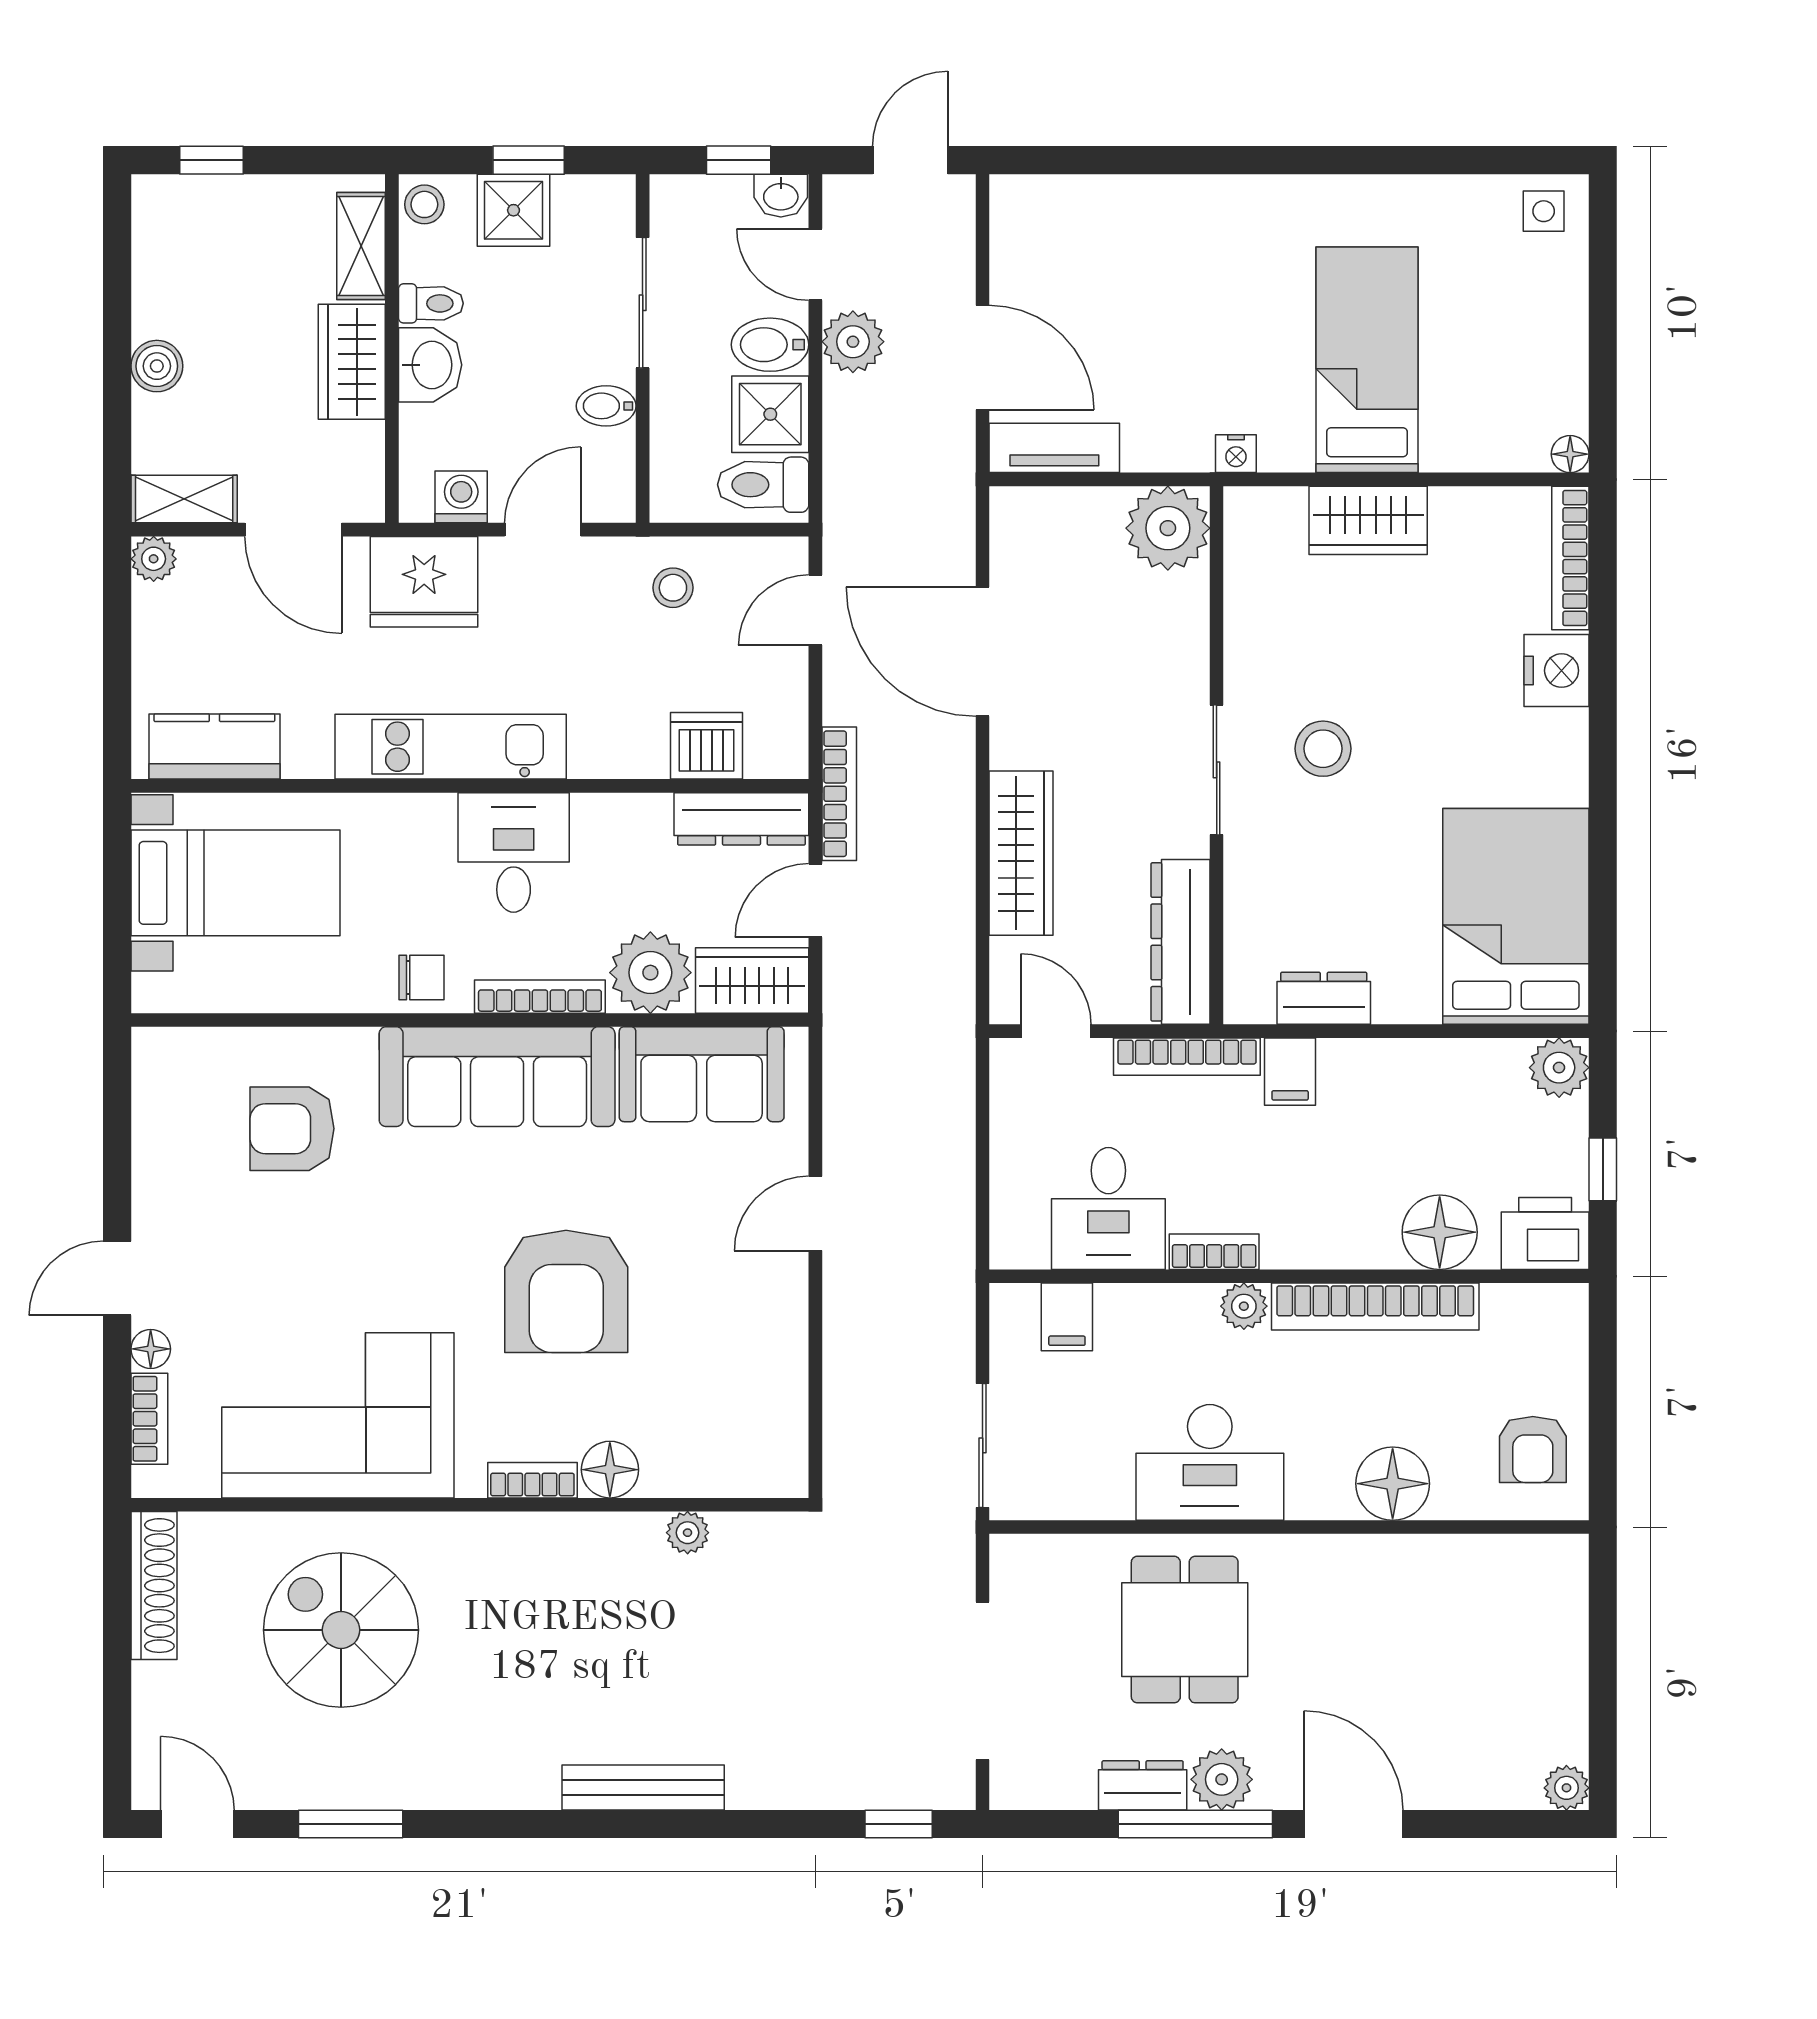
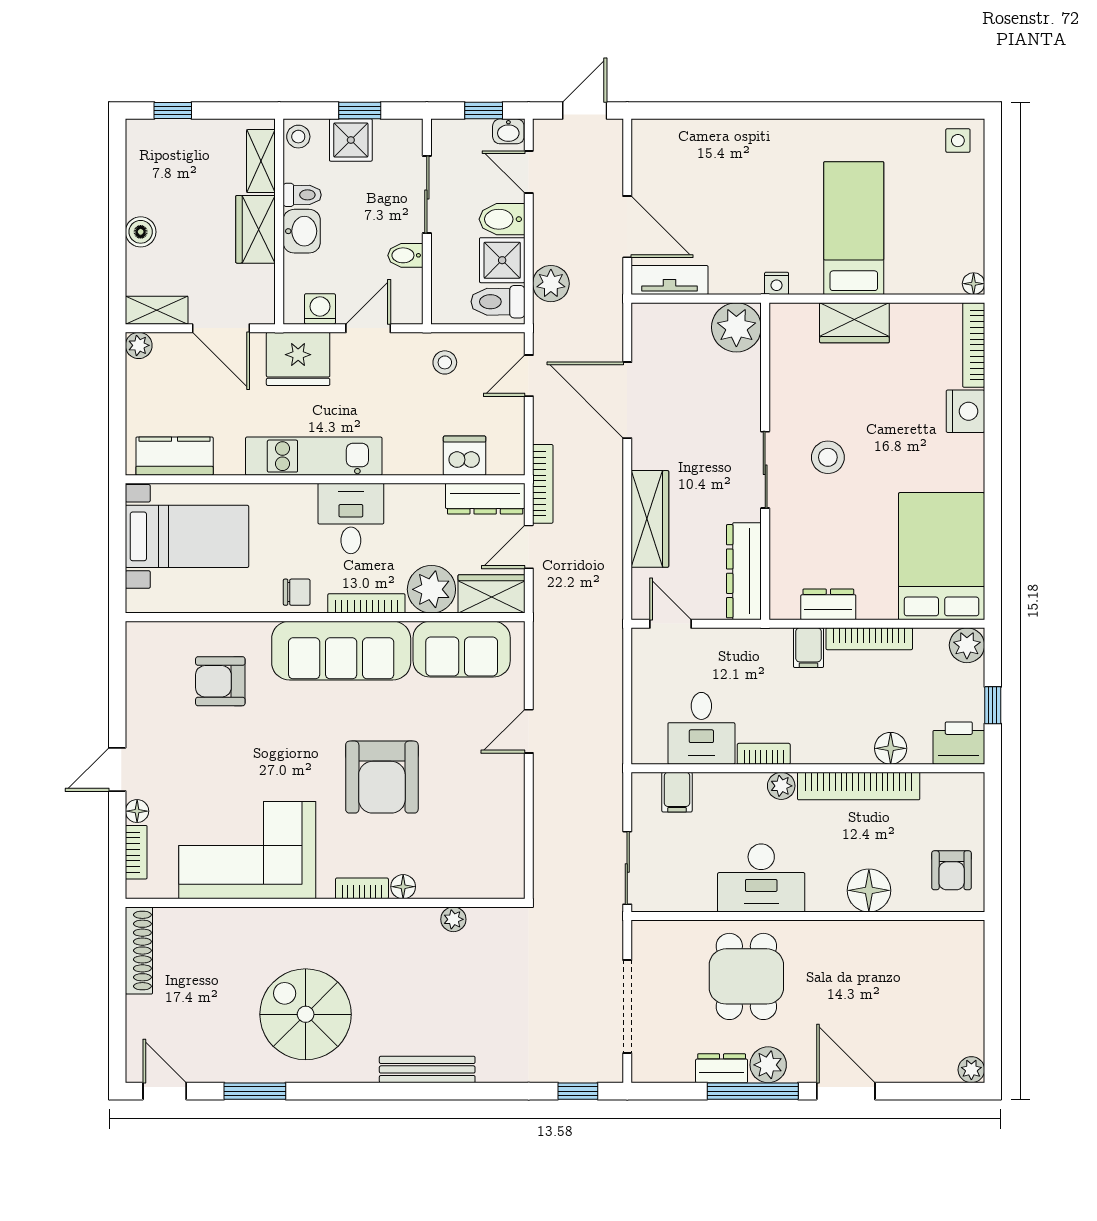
plant: (853, 342) -> (551, 284), moved
bookcase: (1187, 1057) -> (869, 639), moved
floor lamp: (1440, 1232) -> (891, 748), width x0.73, depth x0.73
floor lamp: (610, 1470) -> (403, 887), width x0.73, depth x0.73
spiral stairs: (341, 1630) -> (306, 1014), moved

